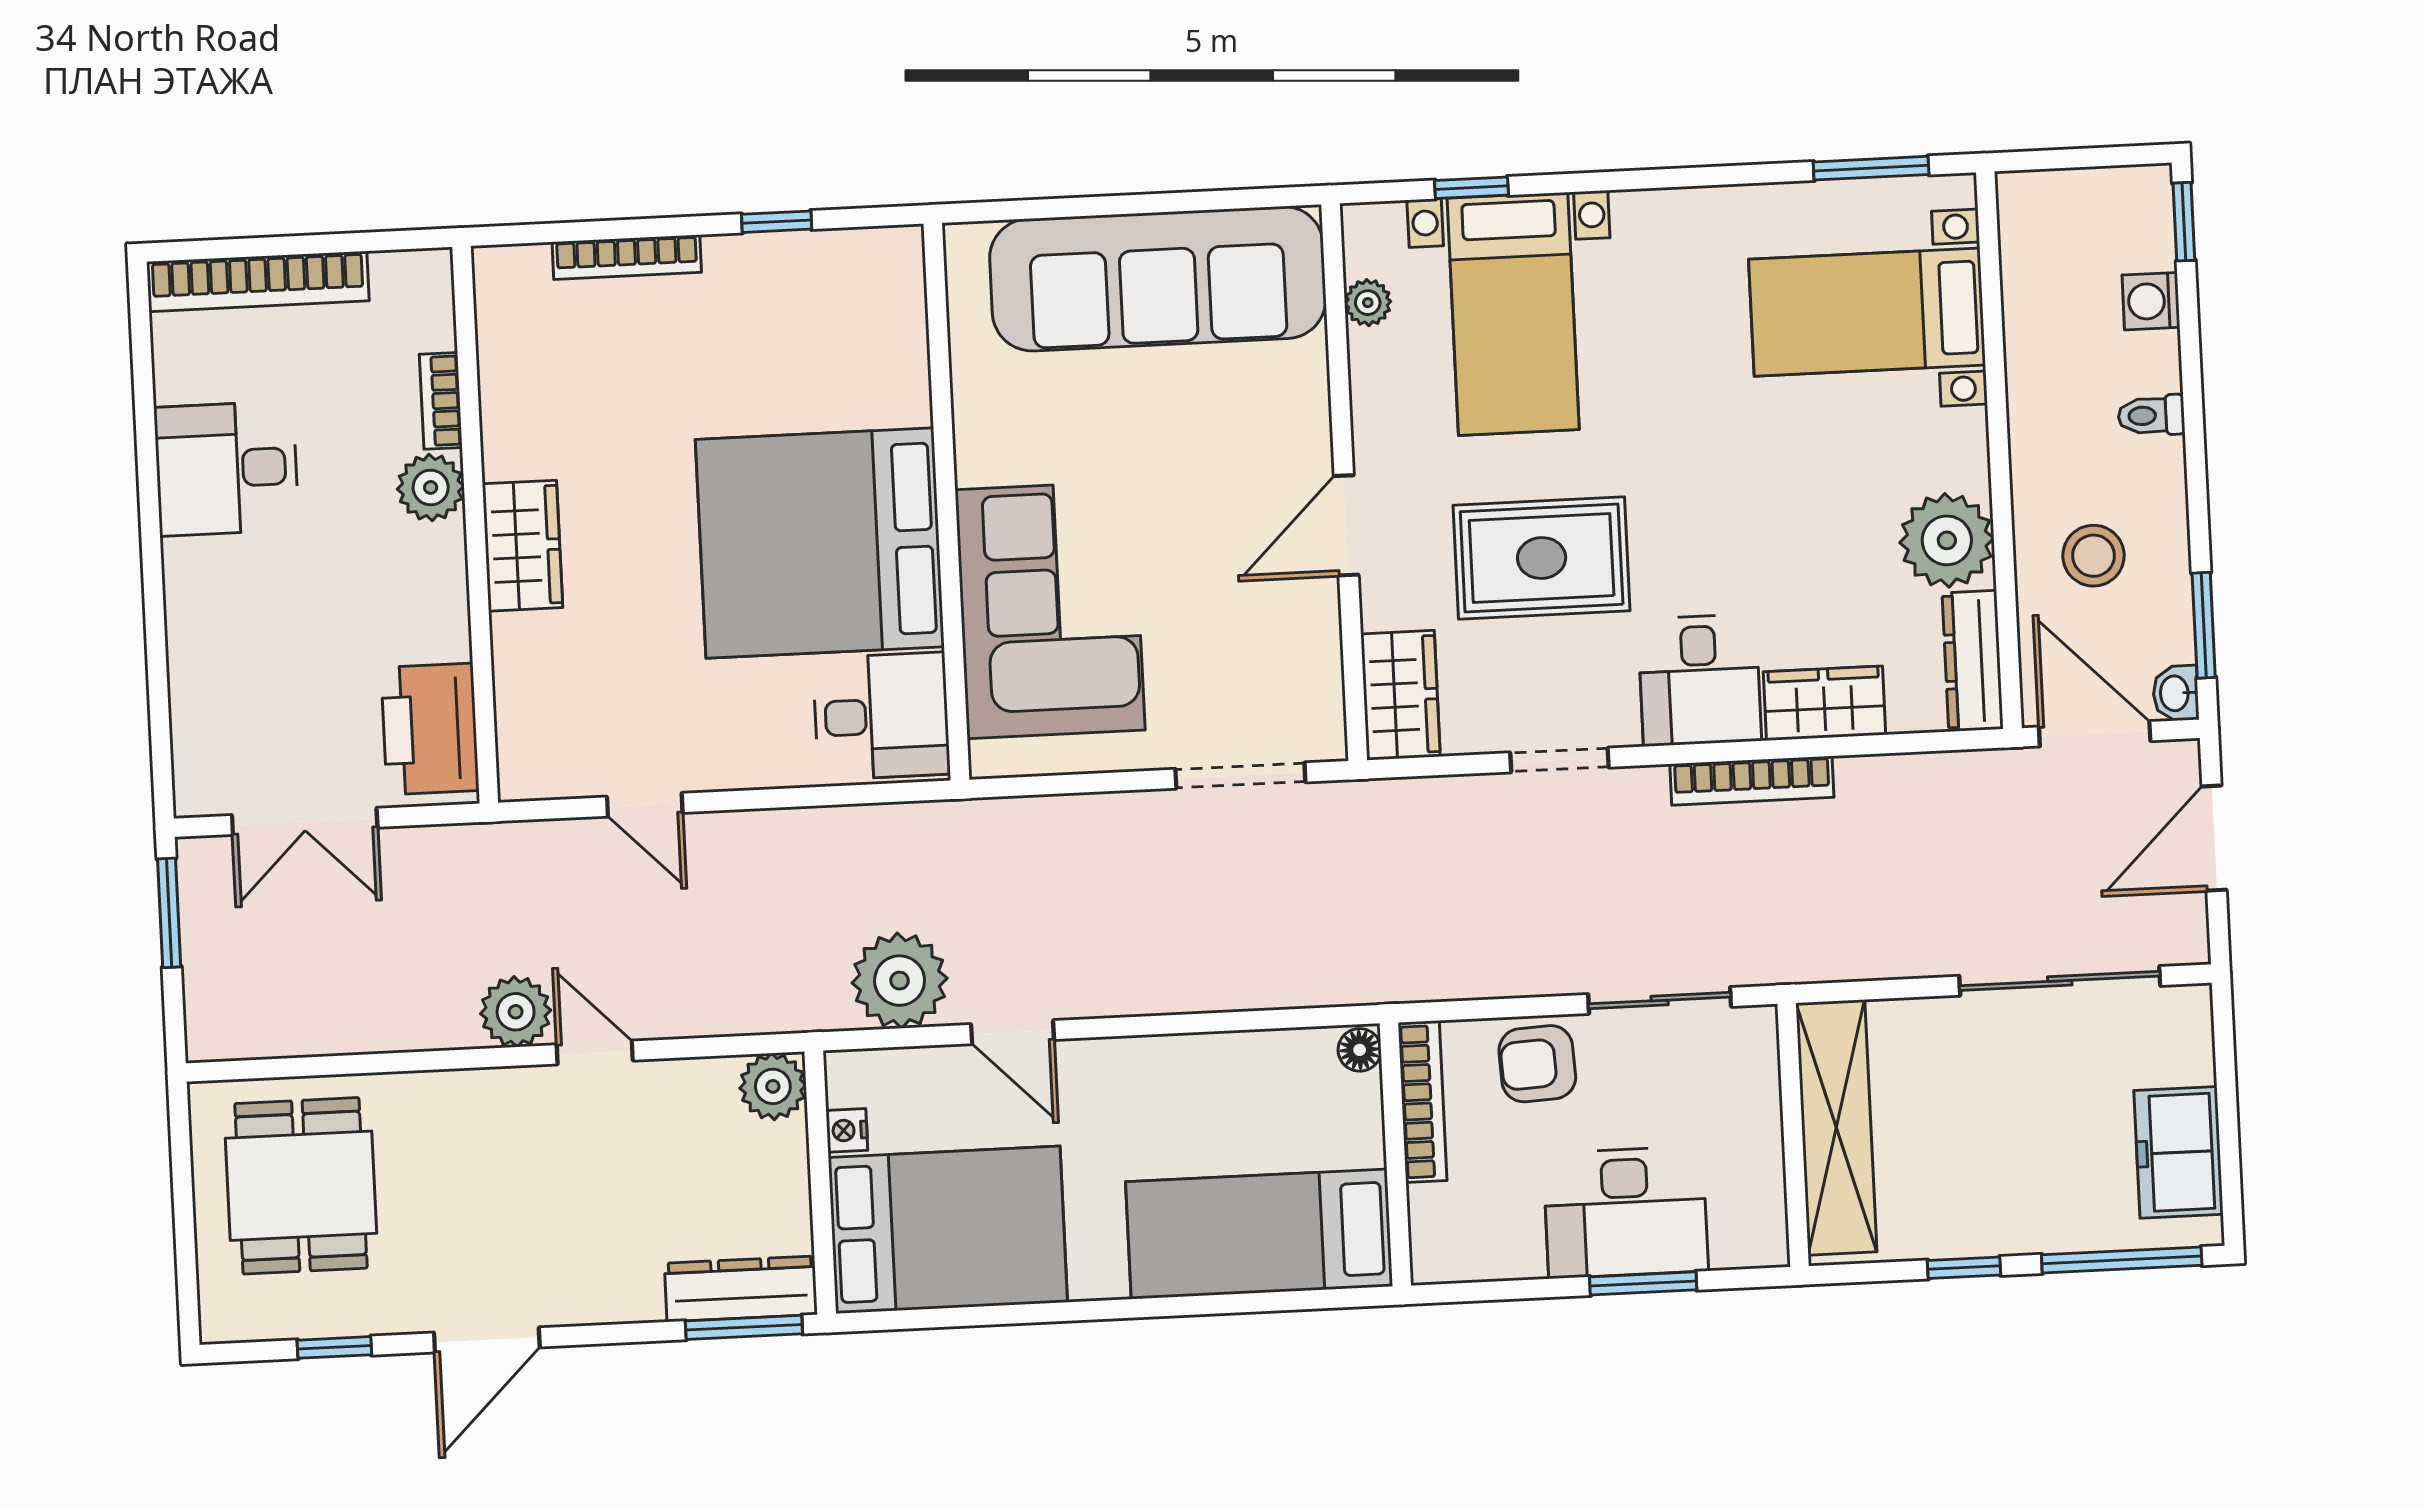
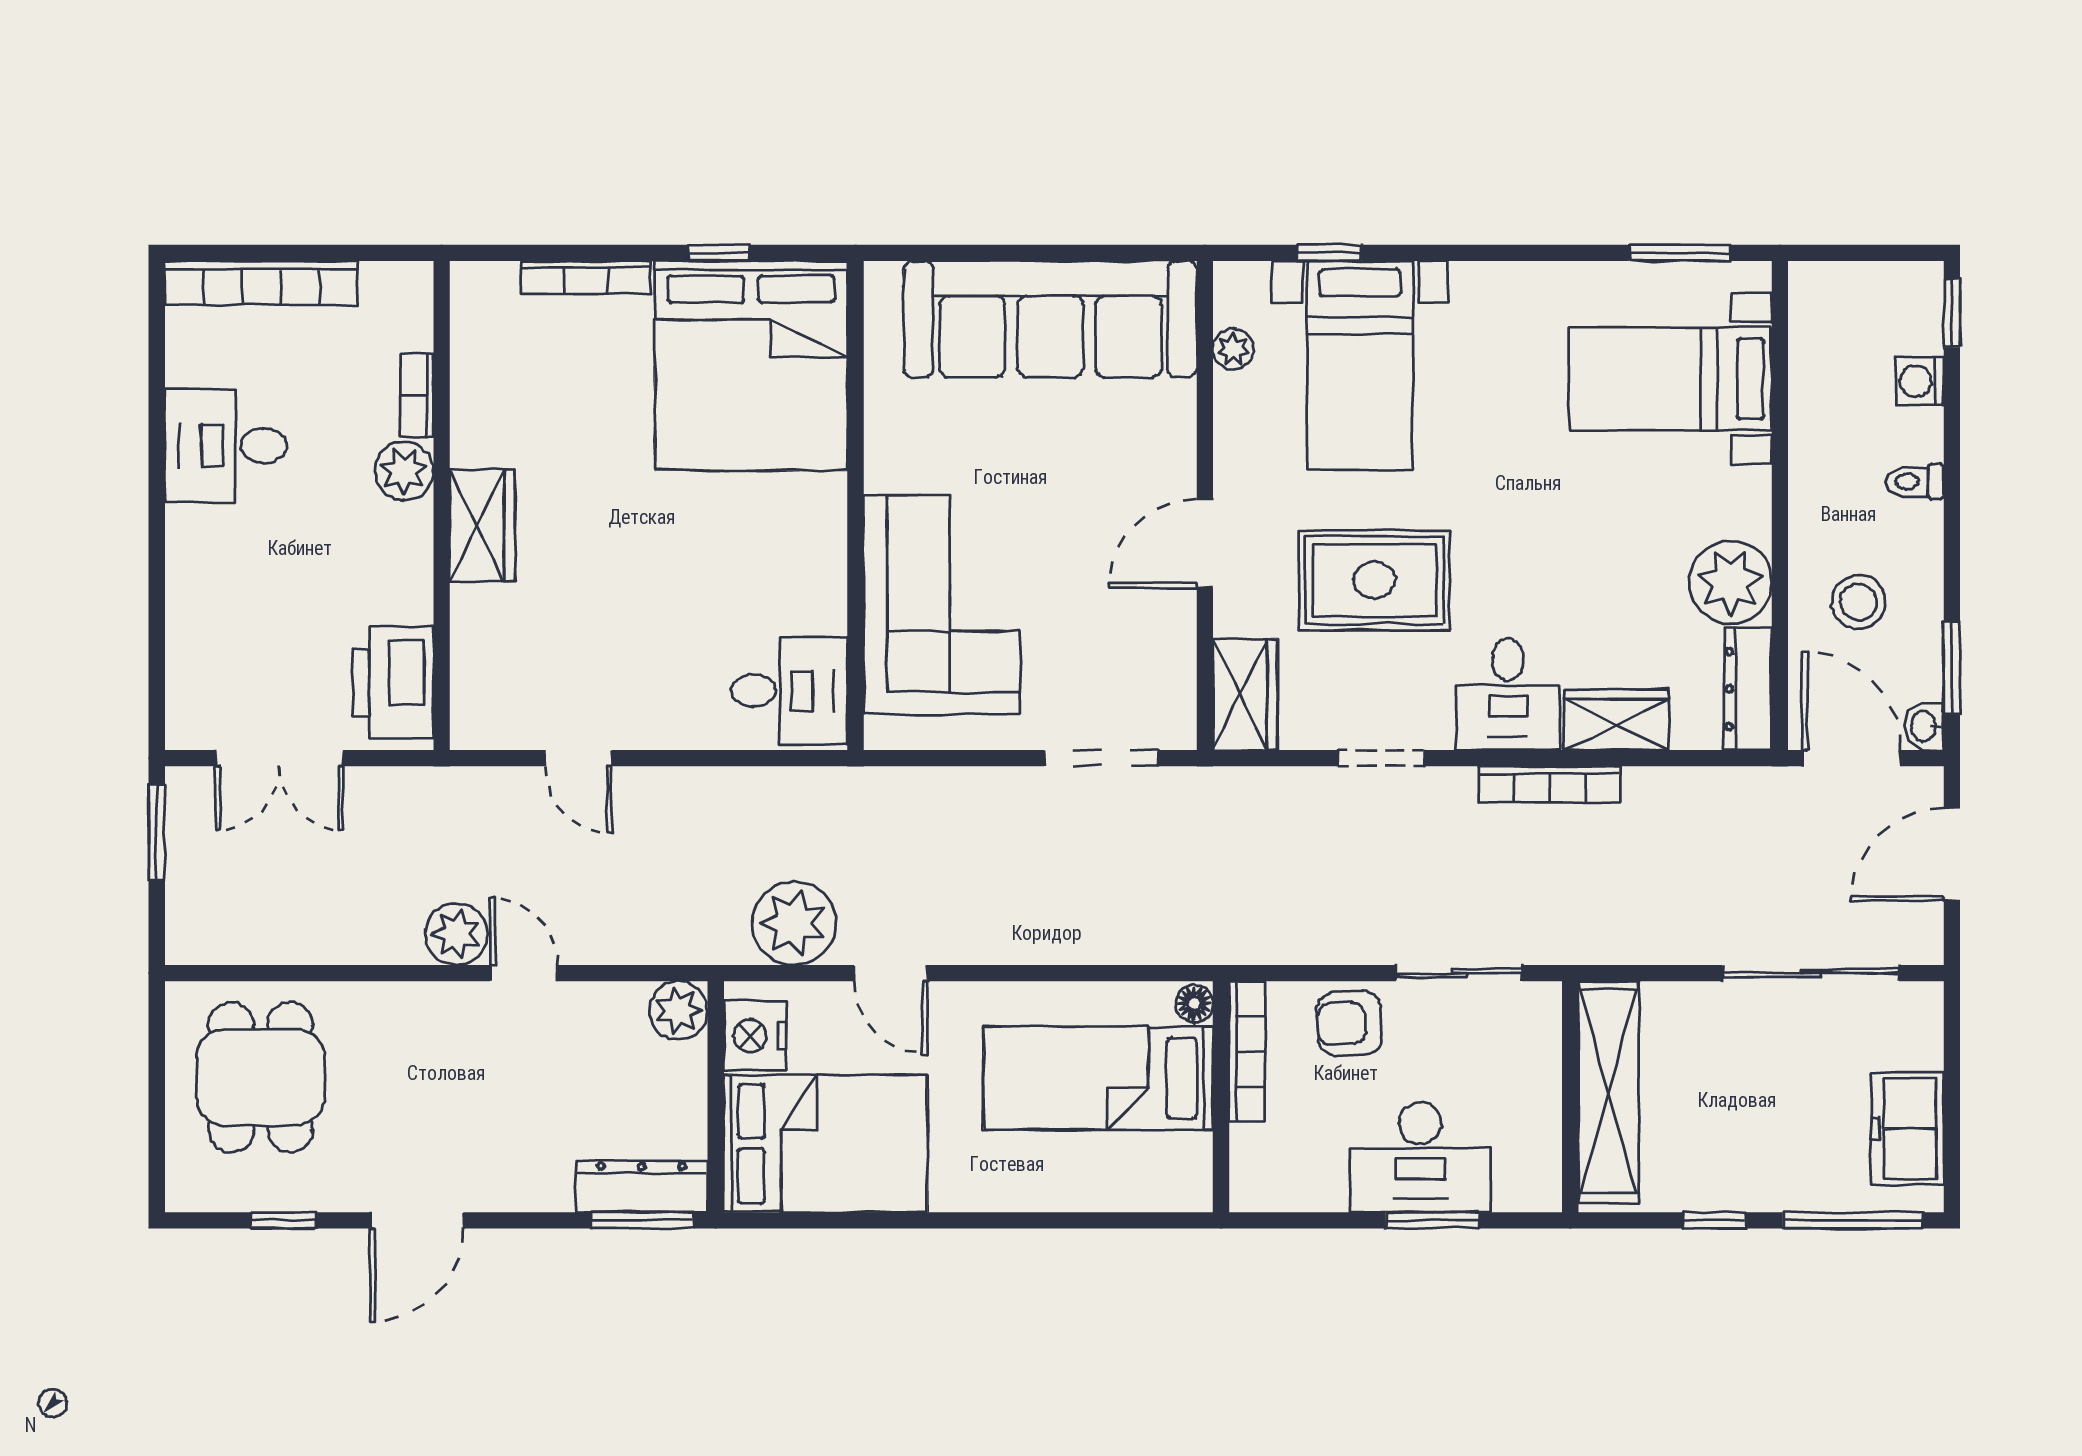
bed: (820, 543) -> (751, 366), moved, turned -90
nightstand: (847, 1130) -> (755, 1036), width x1.89, depth x1.79
bed: (1259, 1234) -> (1098, 1078), moved

